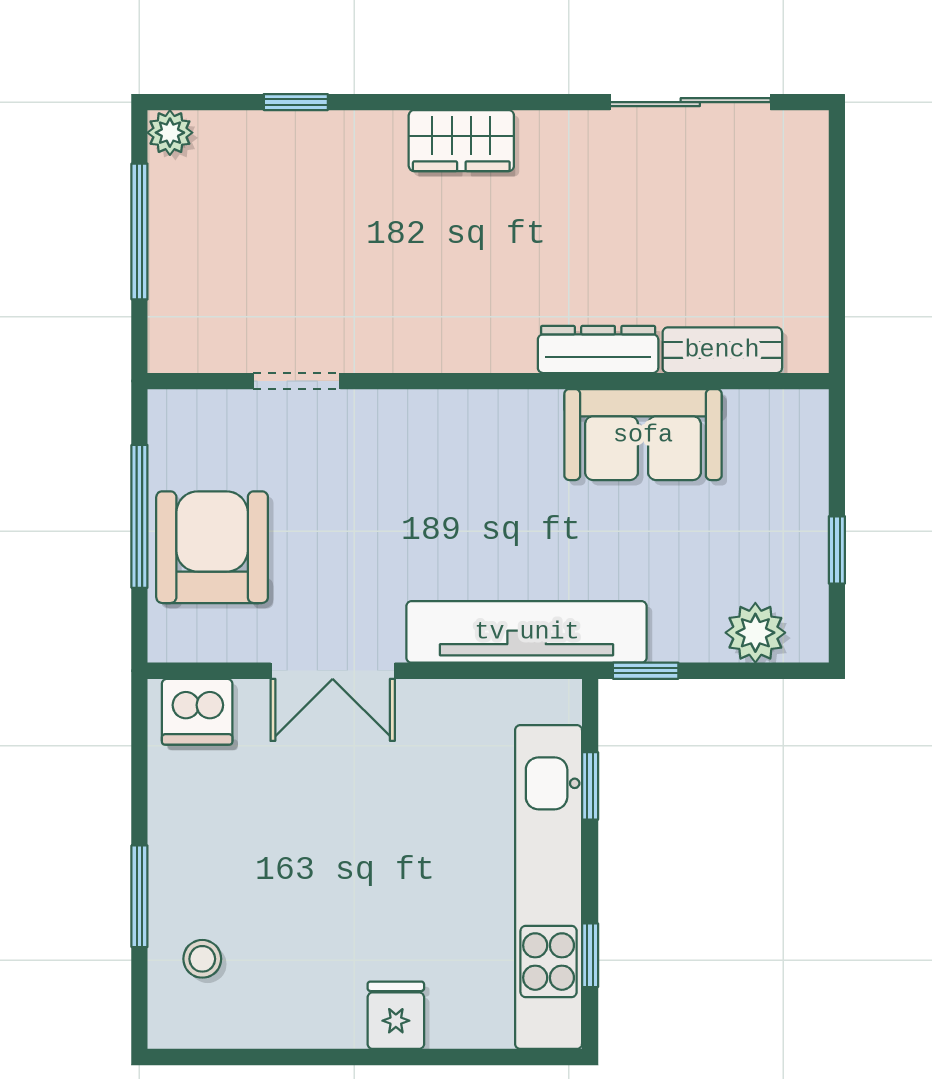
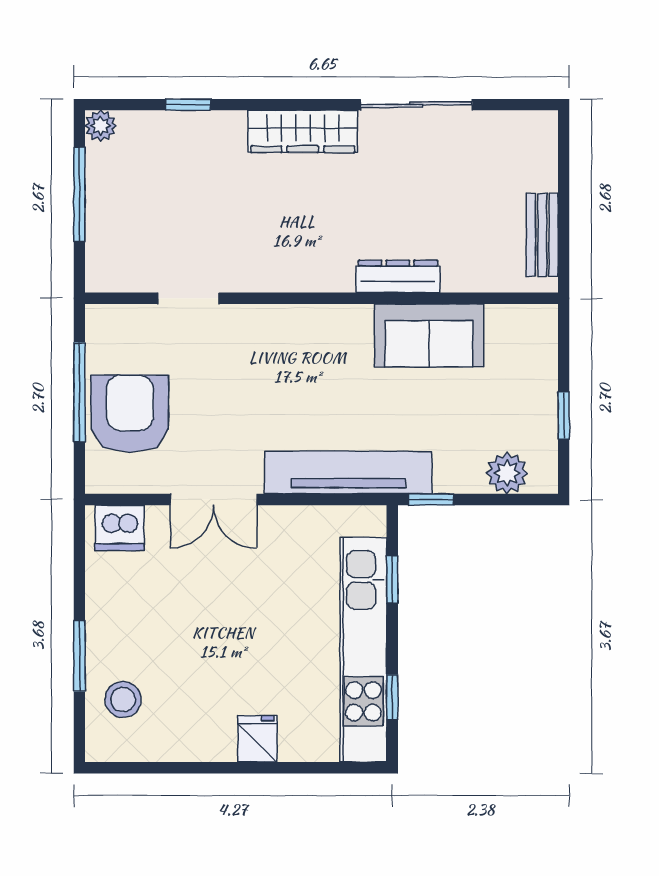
sliding door: (690, 102) -> (416, 105), moved
wardrobe: (461, 141) -> (303, 131), width x1.50
bench: (722, 350) -> (542, 235), moved, turned 90
stool: (202, 959) -> (123, 700), width x1.37, depth x1.37

